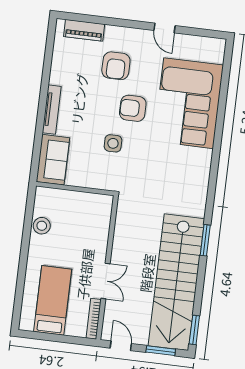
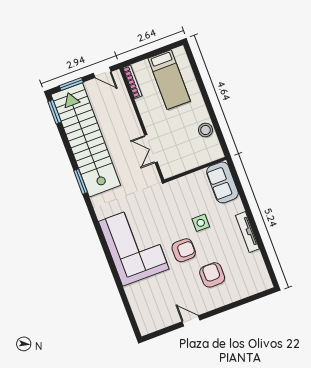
piano: (84, 30) -> (249, 289), removed
corner sofa: (188, 103) -> (134, 245), moved
tv unit: (52, 110) -> (247, 232), moved
side table: (113, 143) -> (201, 223), moved
double door: (106, 281) -> (151, 149), moved

